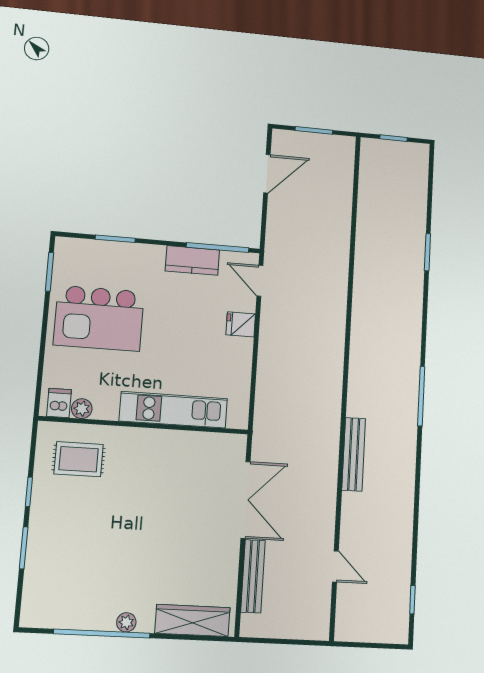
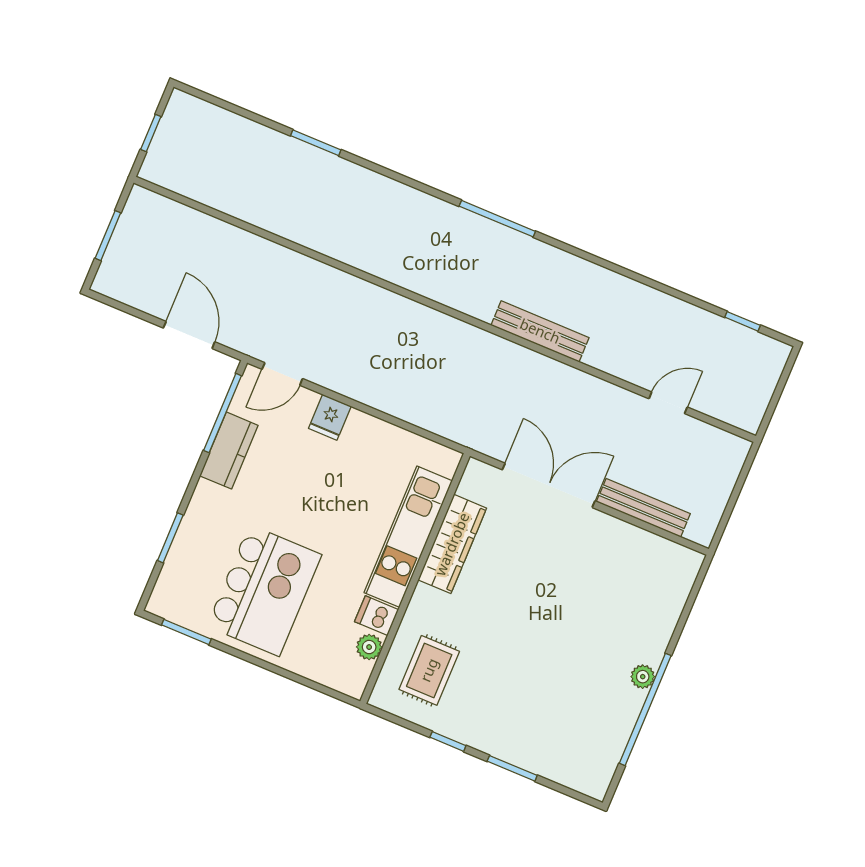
door: (267, 174) -> (189, 335), moved
dishwasher: (59, 403) -> (377, 616), moved
wardrobe: (192, 620) -> (452, 544), moved, turned 180

